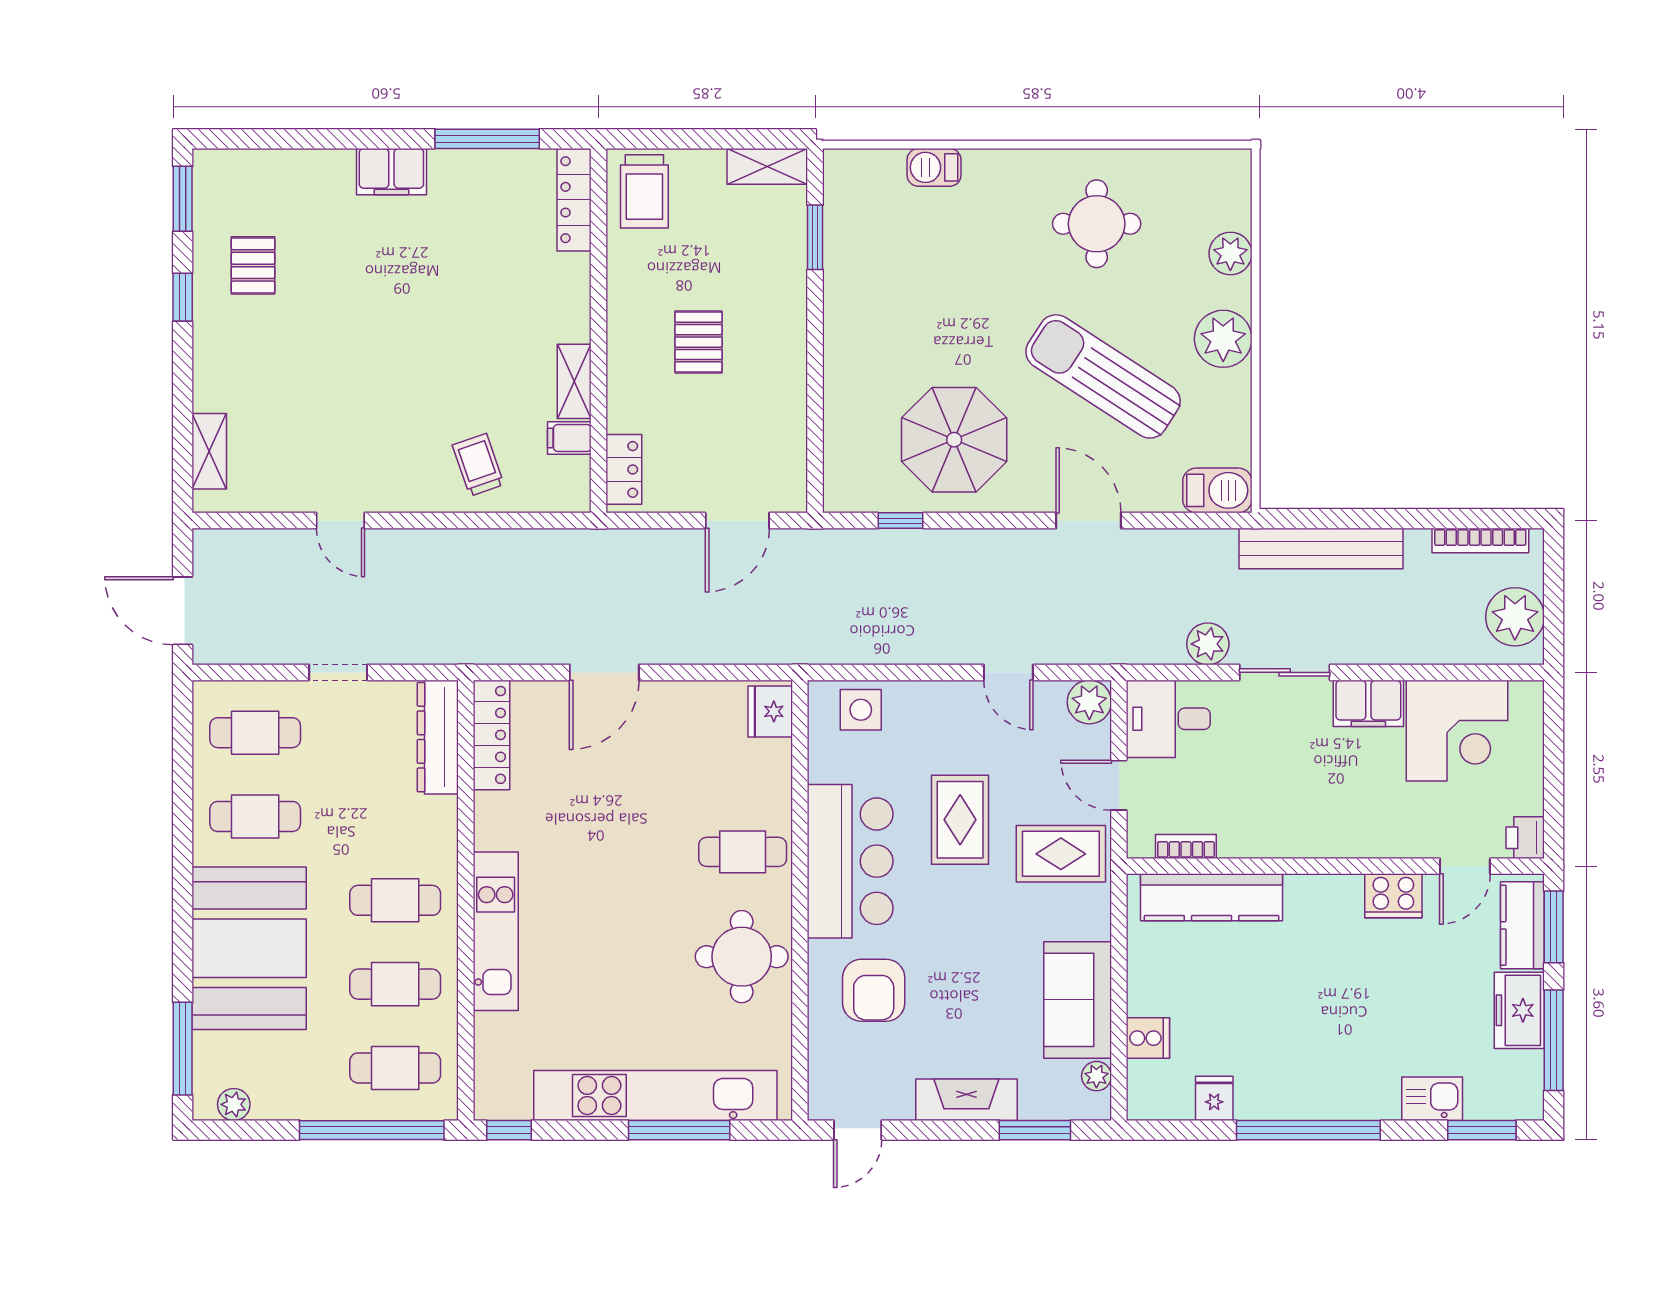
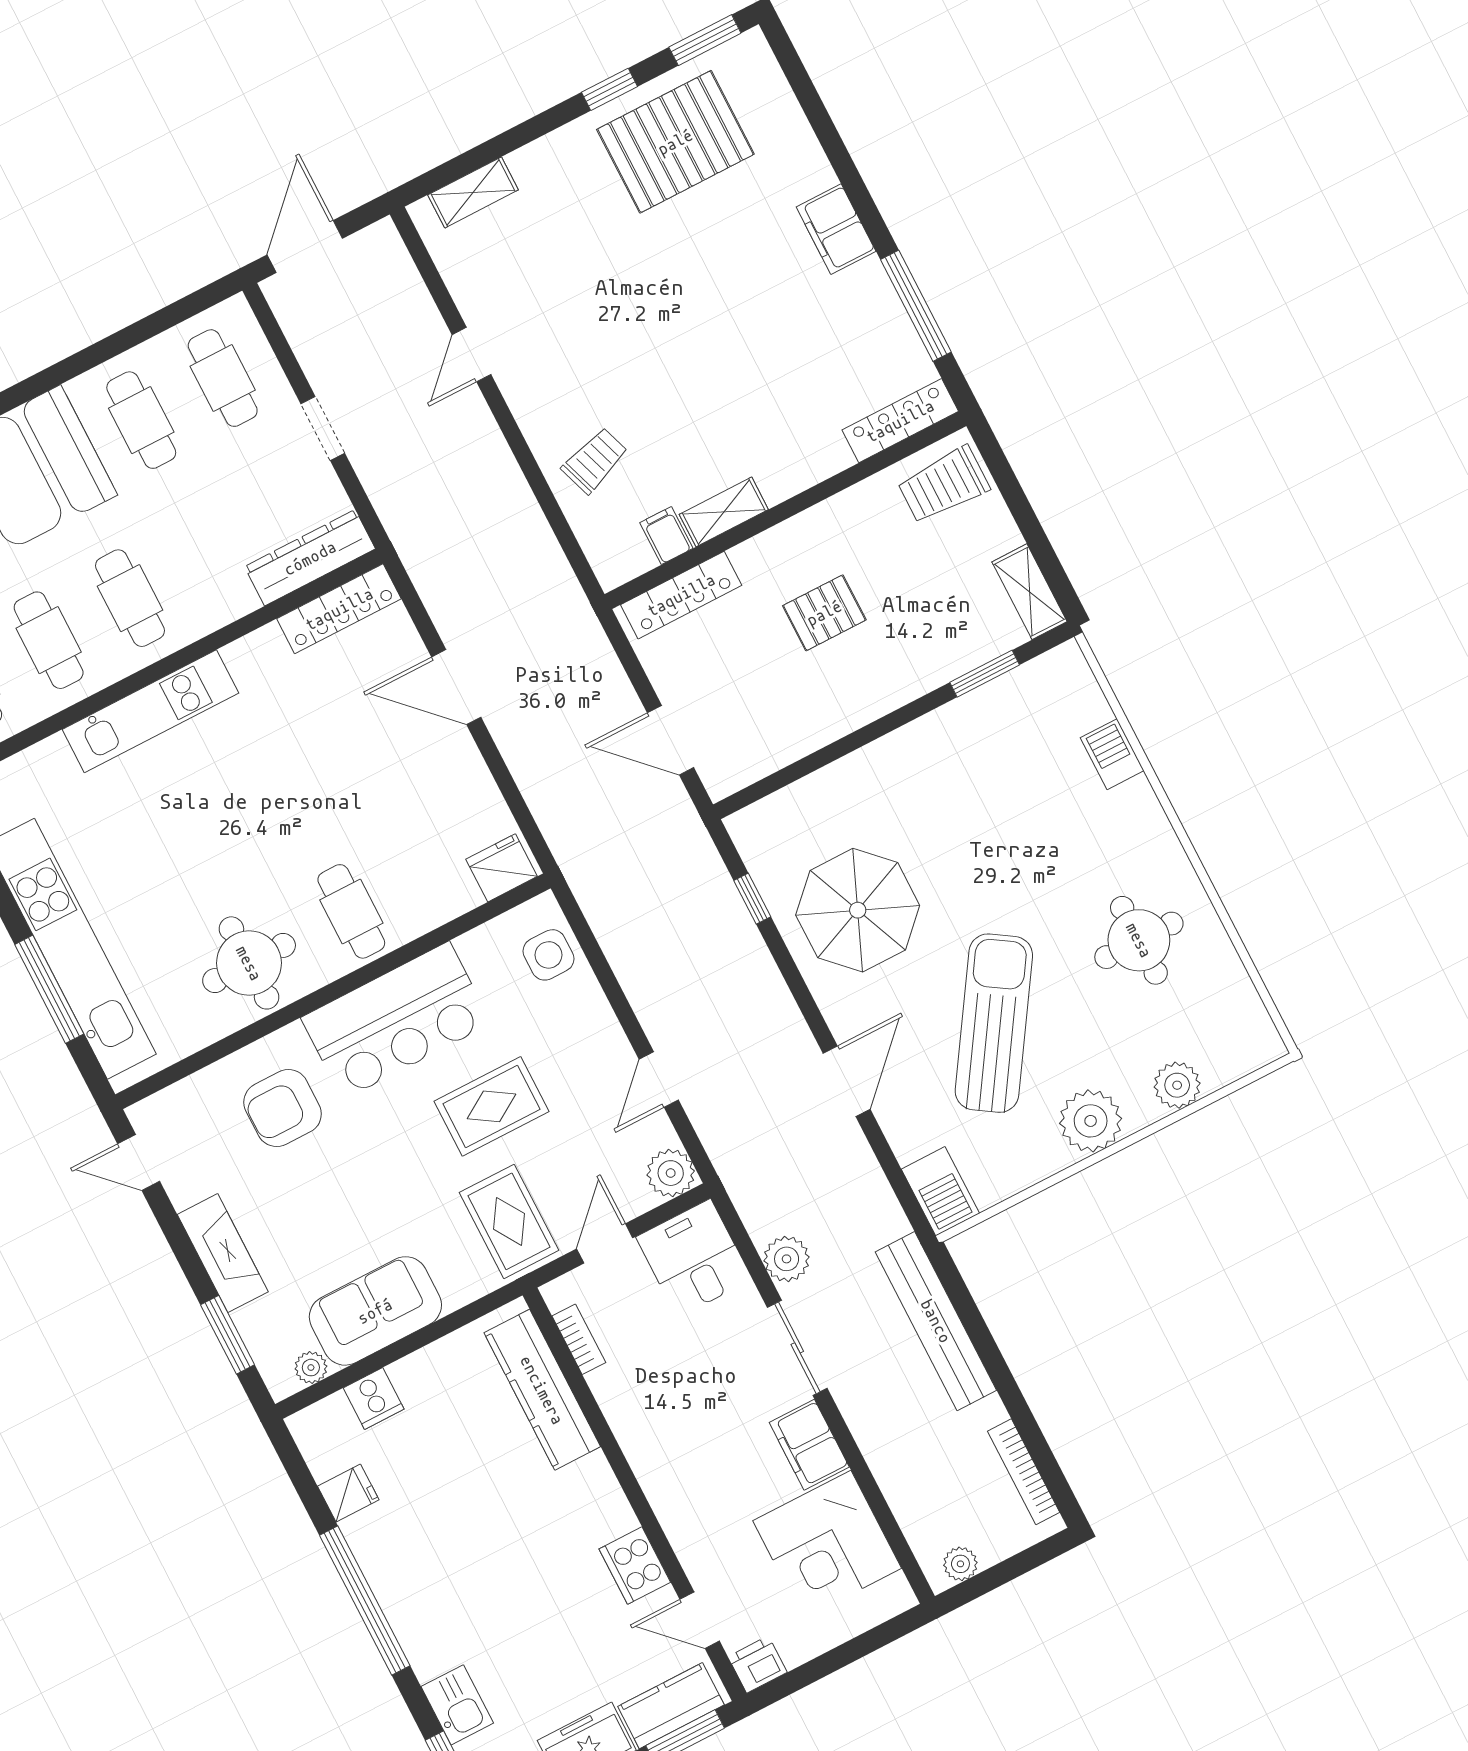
pallet: (253, 265) -> (675, 142), width x2.05, depth x2.00
locker: (624, 469) -> (681, 595), width x1.53
plant: (1515, 617) -> (960, 1564), width x0.53, depth x0.53

